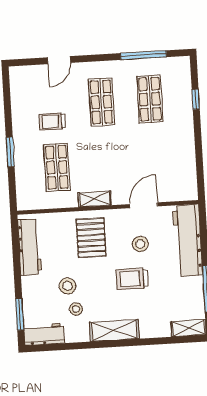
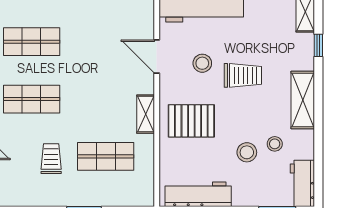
trolley: (52, 121) -> (51, 159), turned 180
trolley: (132, 279) -> (243, 75), turned -90
window: (161, 341) -> (318, 45), added

